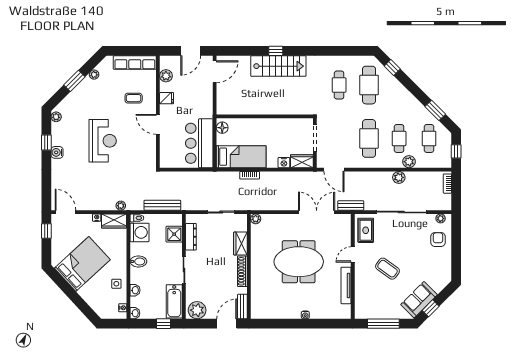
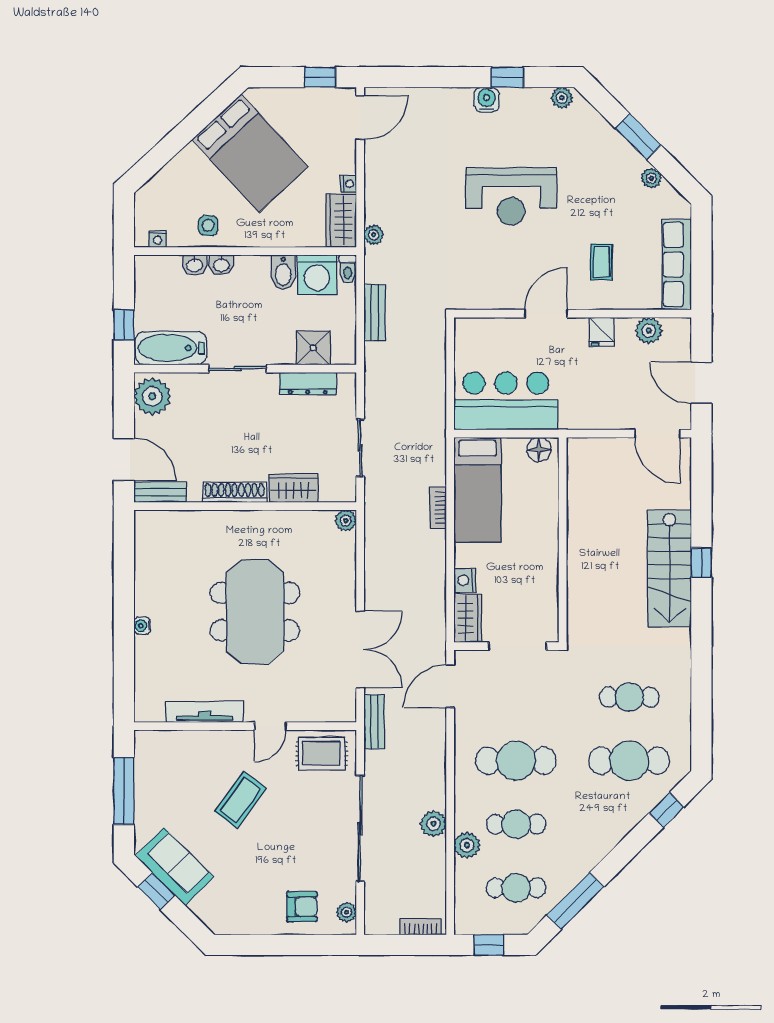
window: (435, 110) -> (575, 901), width x1.44
bench: (162, 205) -> (375, 313), width x0.73
door: (353, 254) -> (270, 726), swing flipped
bidet: (138, 261) -> (283, 272), moved
washbasin: (135, 313) -> (221, 265), moved

